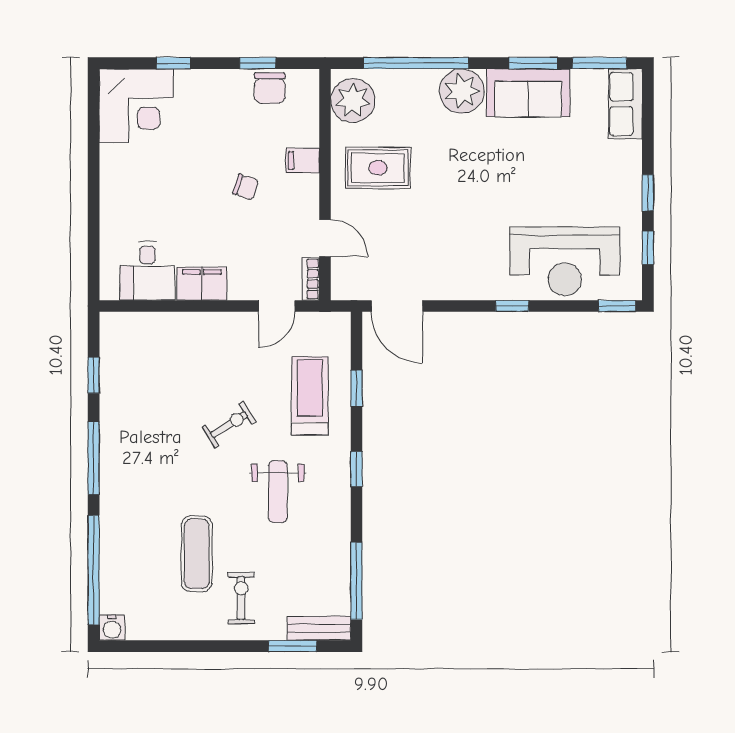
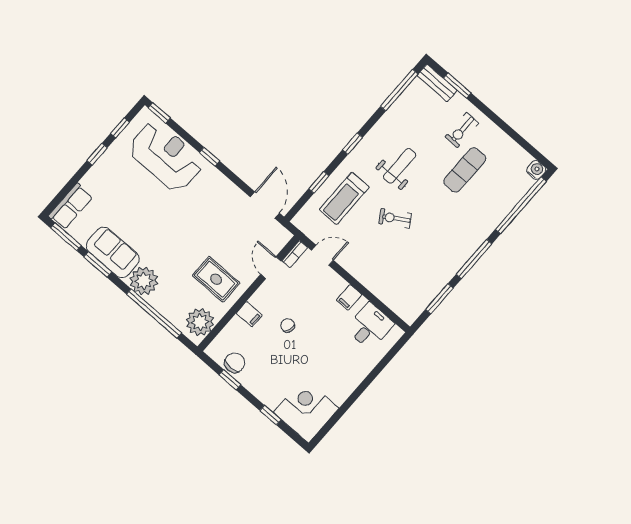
filing cabinet: (202, 284) -> (349, 297), width x0.50
window: (94, 375) -> (439, 299), width x1.50

